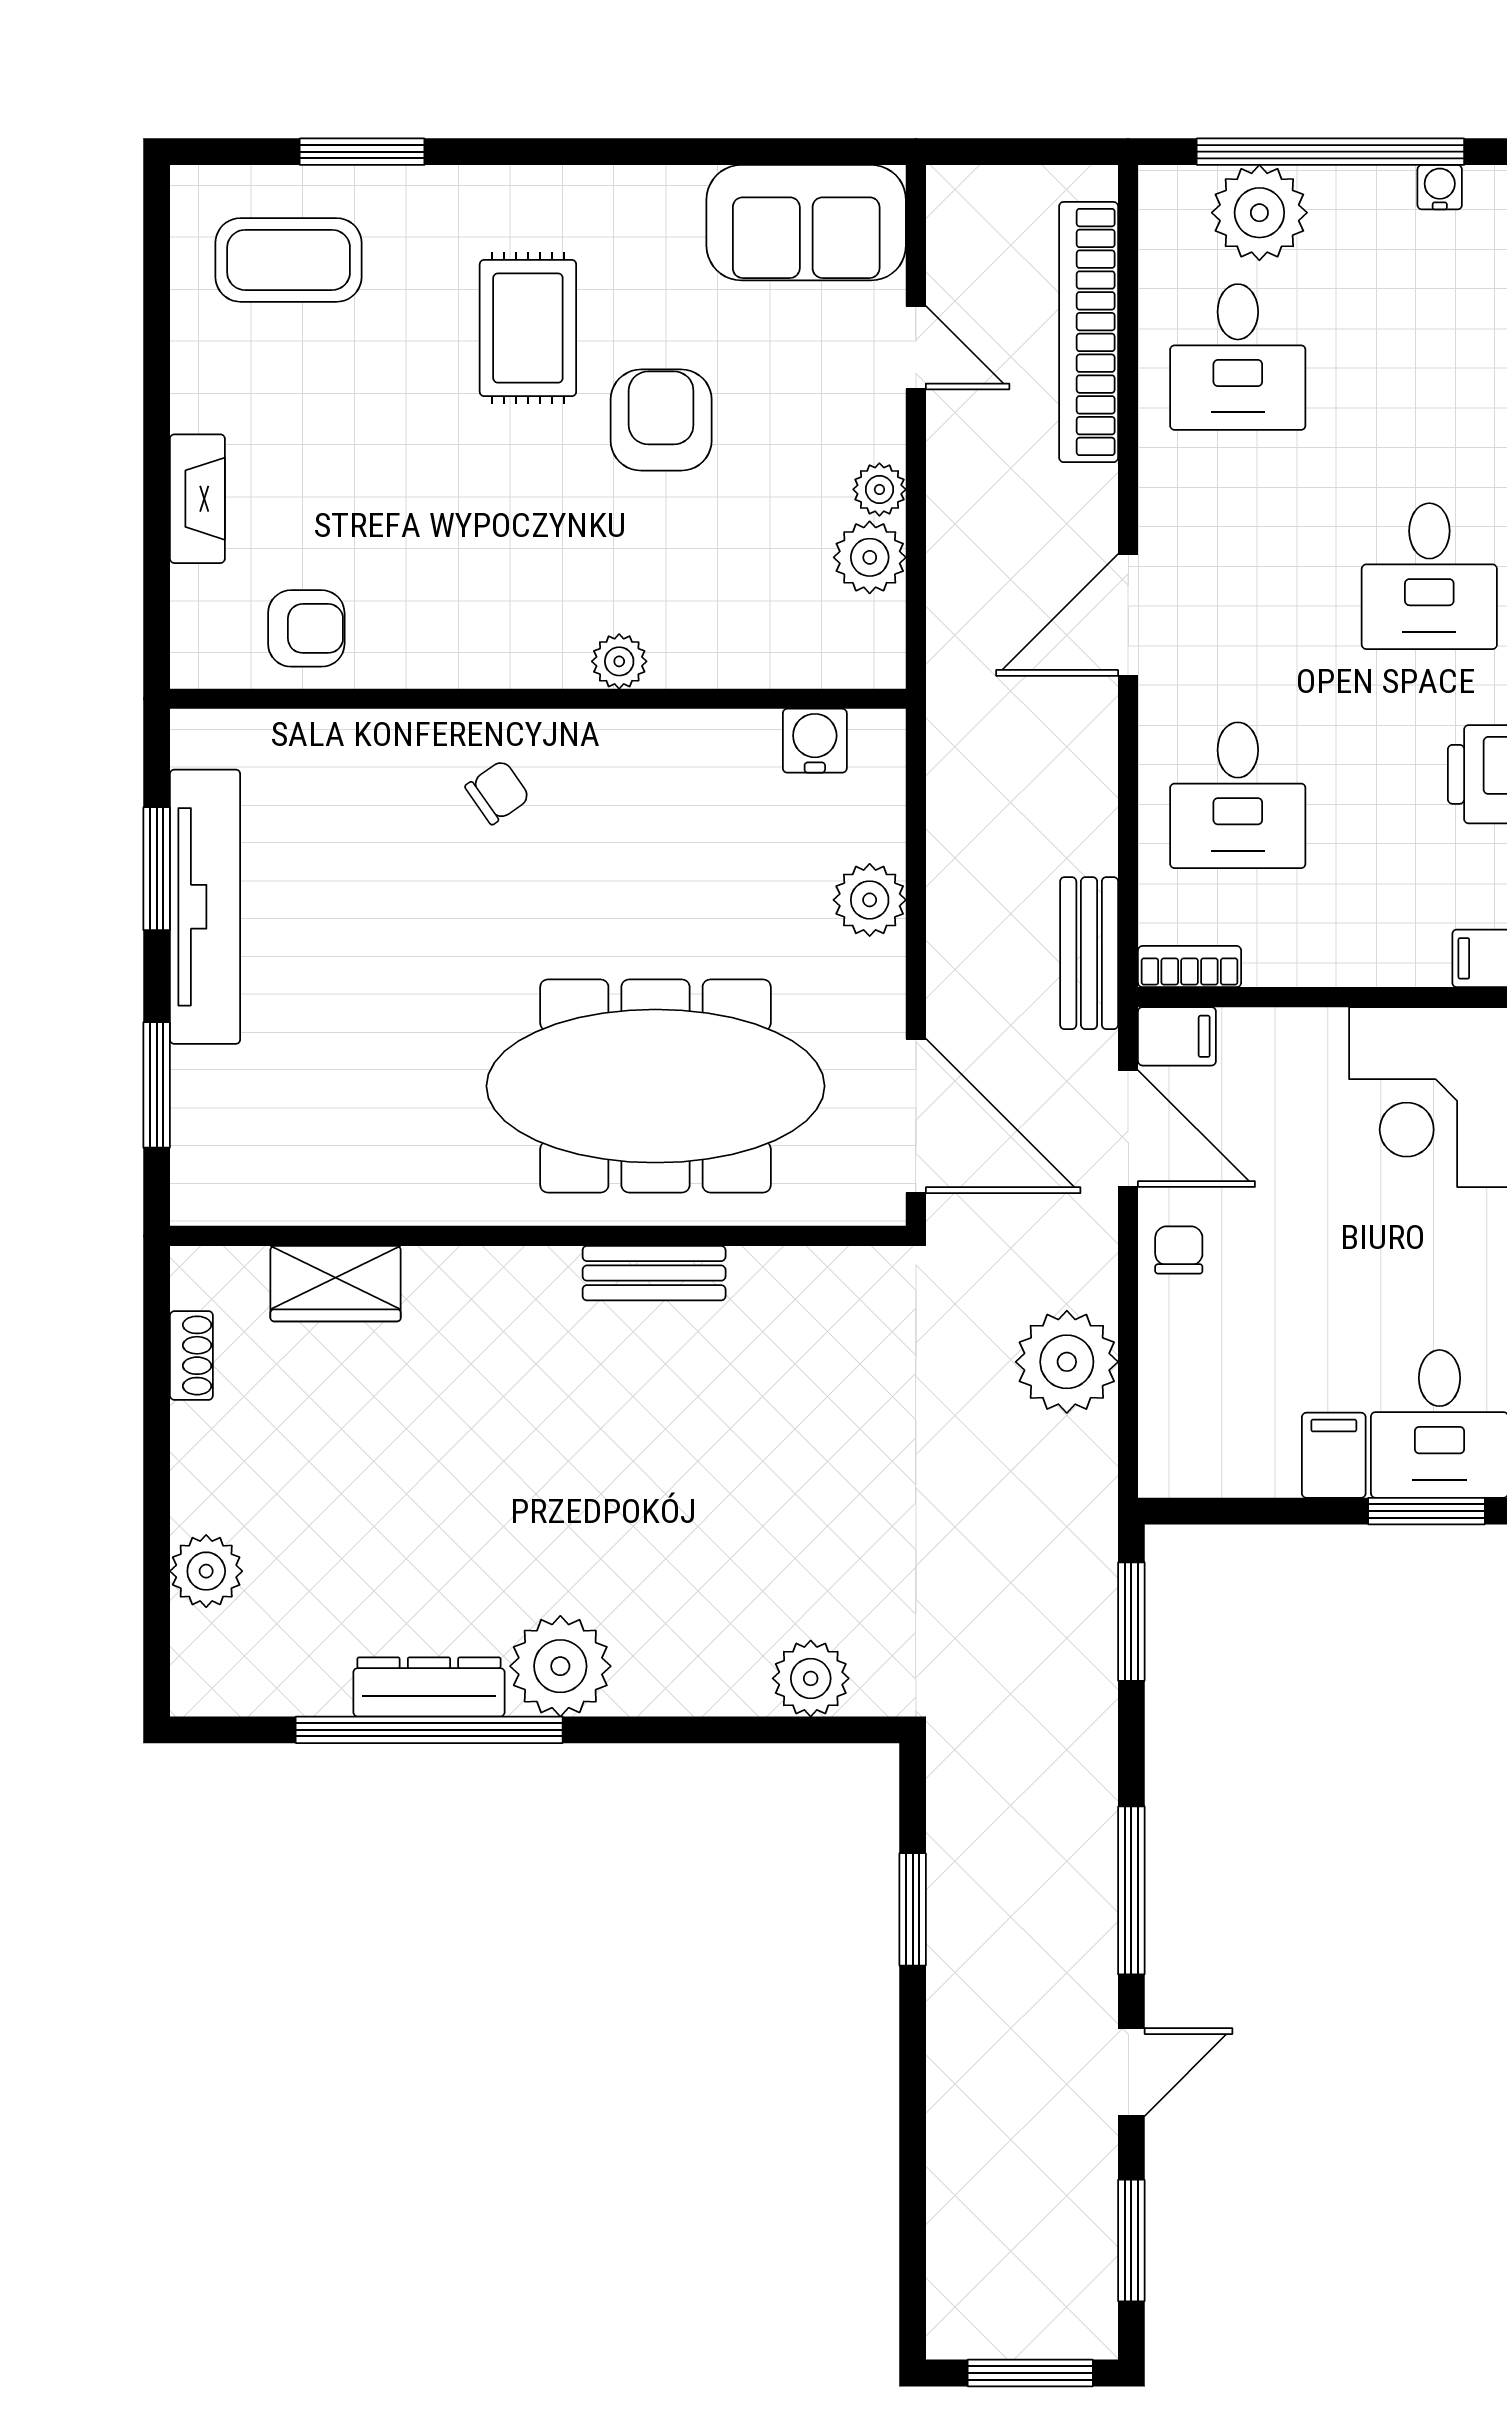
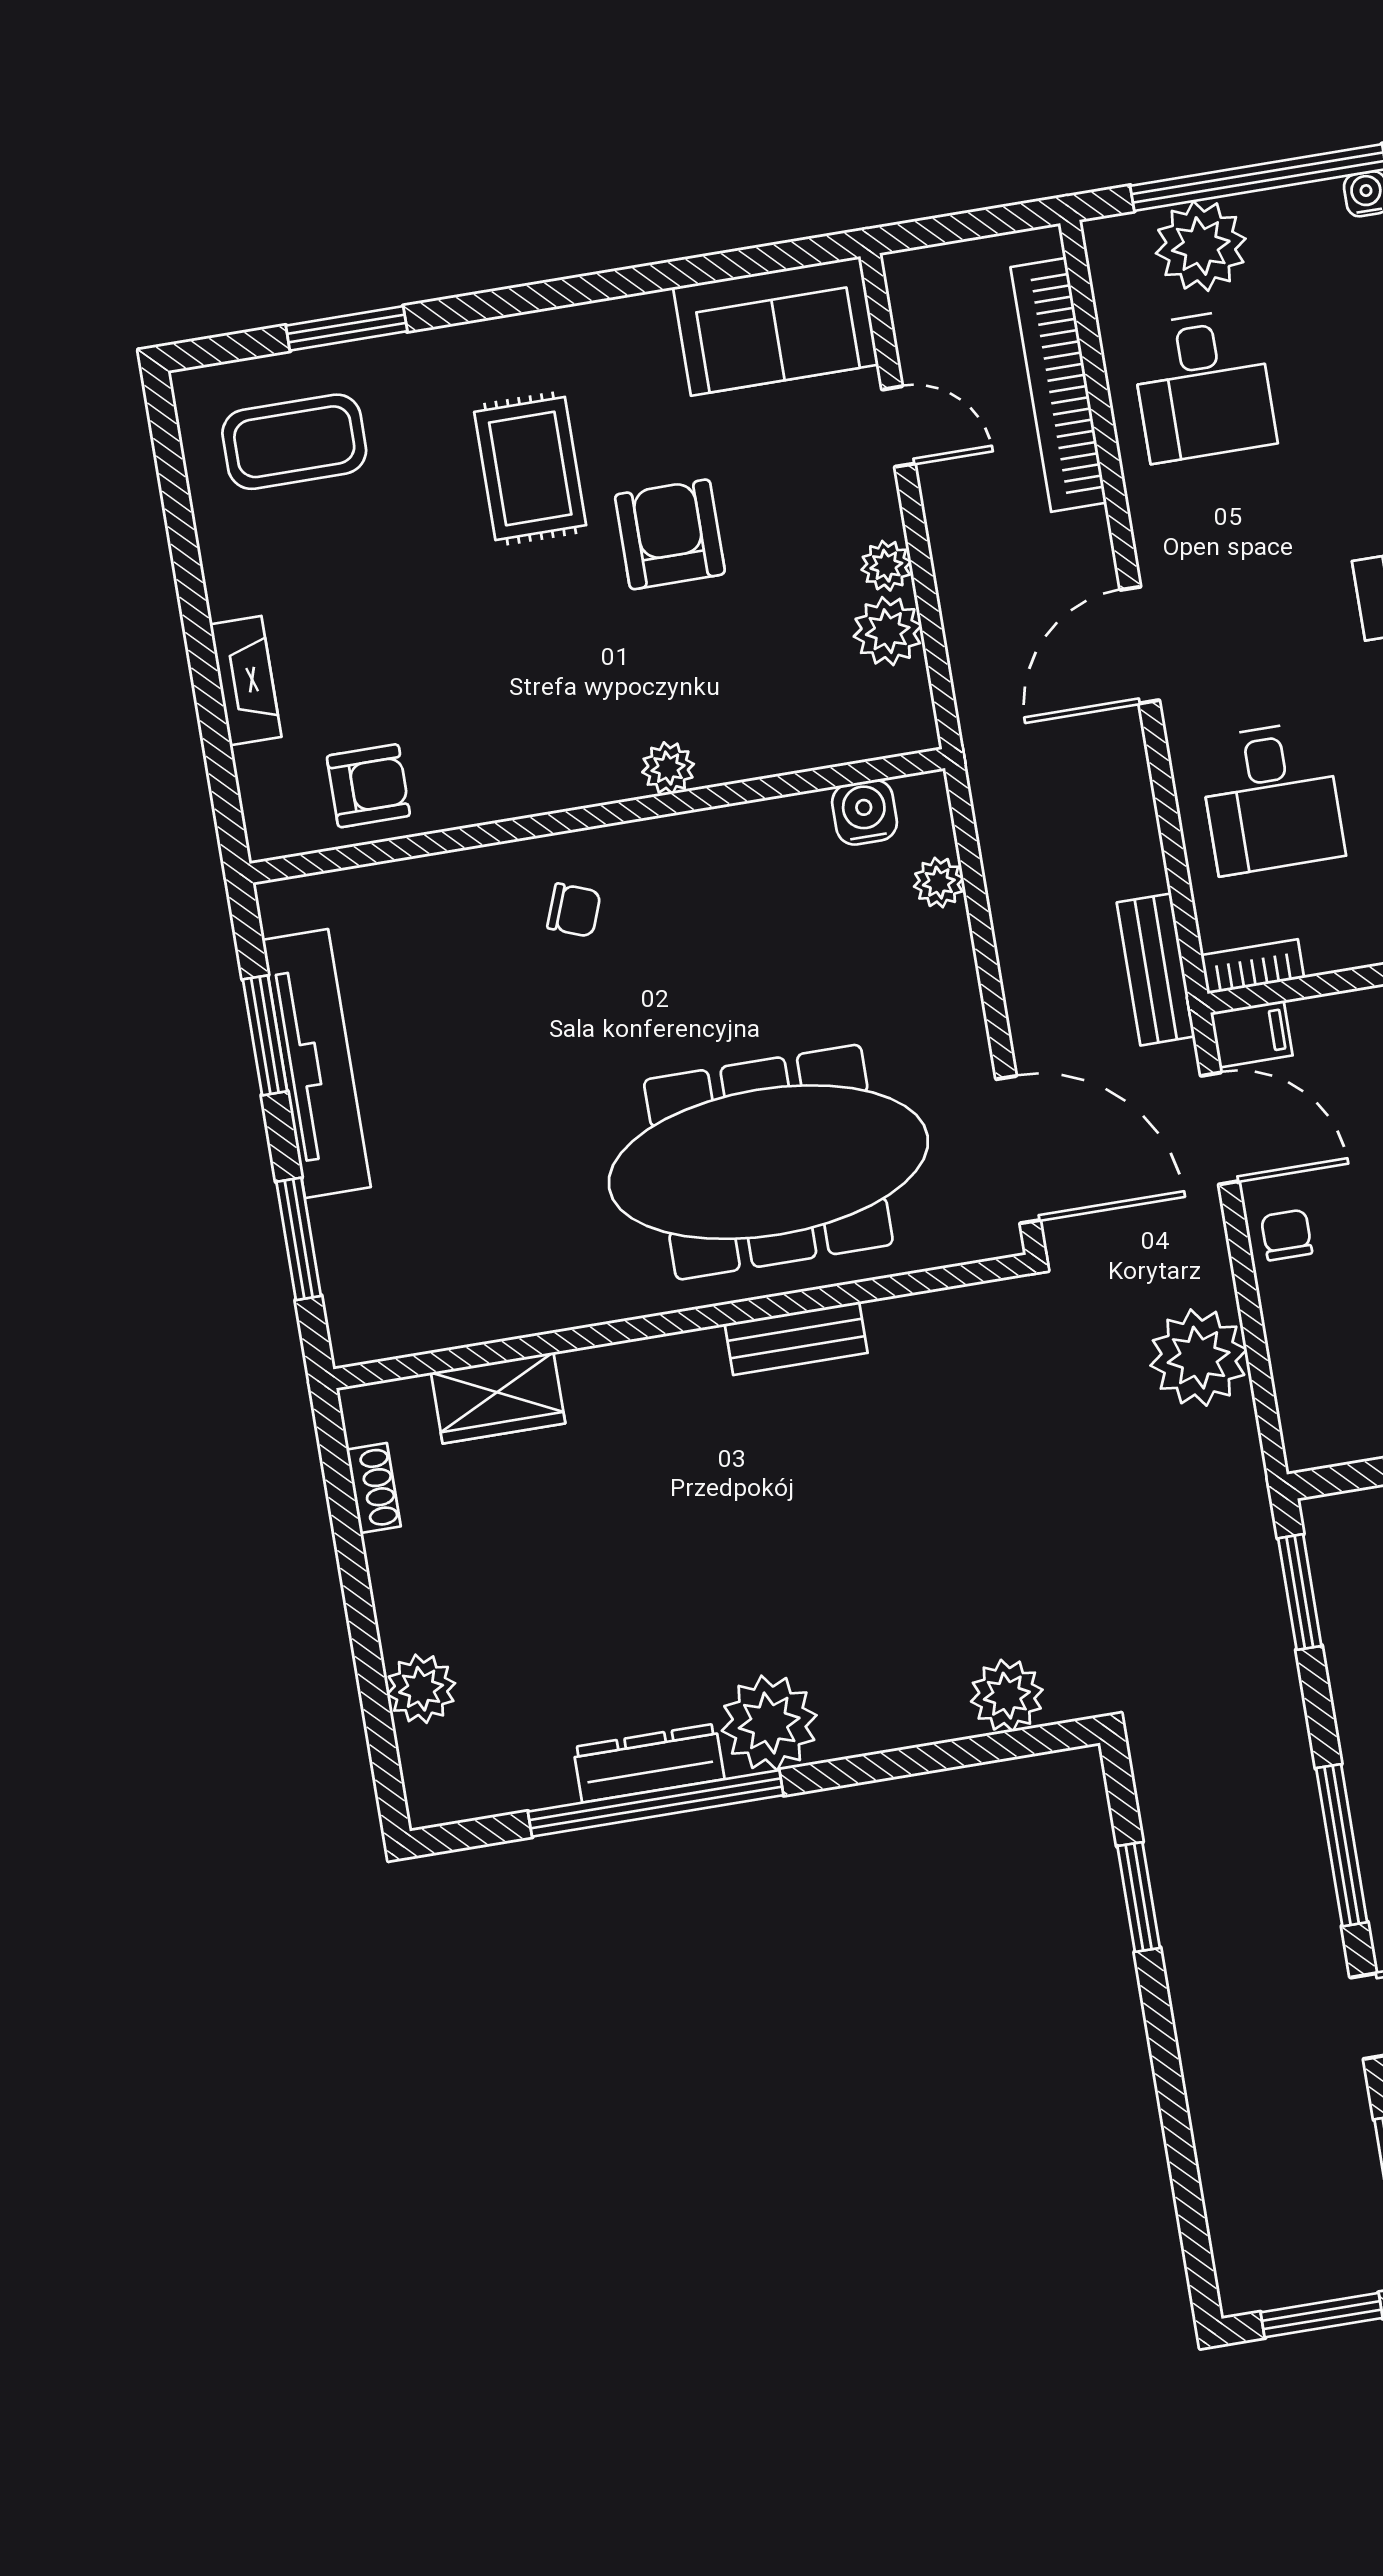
chair: (498, 792) -> (574, 910), turned 56
plant: (870, 900) -> (939, 883), moved, width x0.73, depth x0.73

